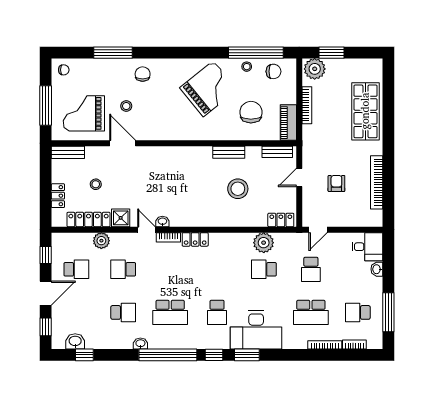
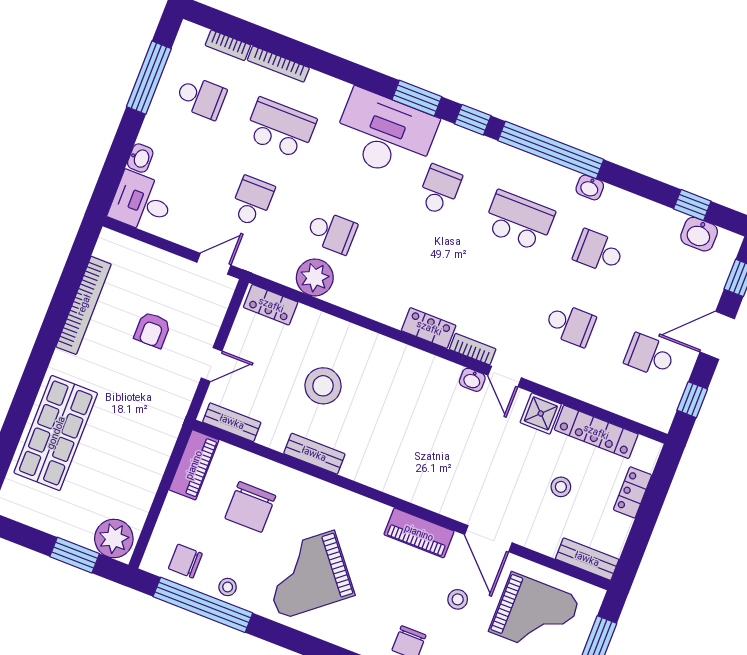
bookcase: (307, 105) -> (151, 482), removed
piano: (159, 132) -> (419, 533), added
plant: (101, 241) -> (588, 387), removed

